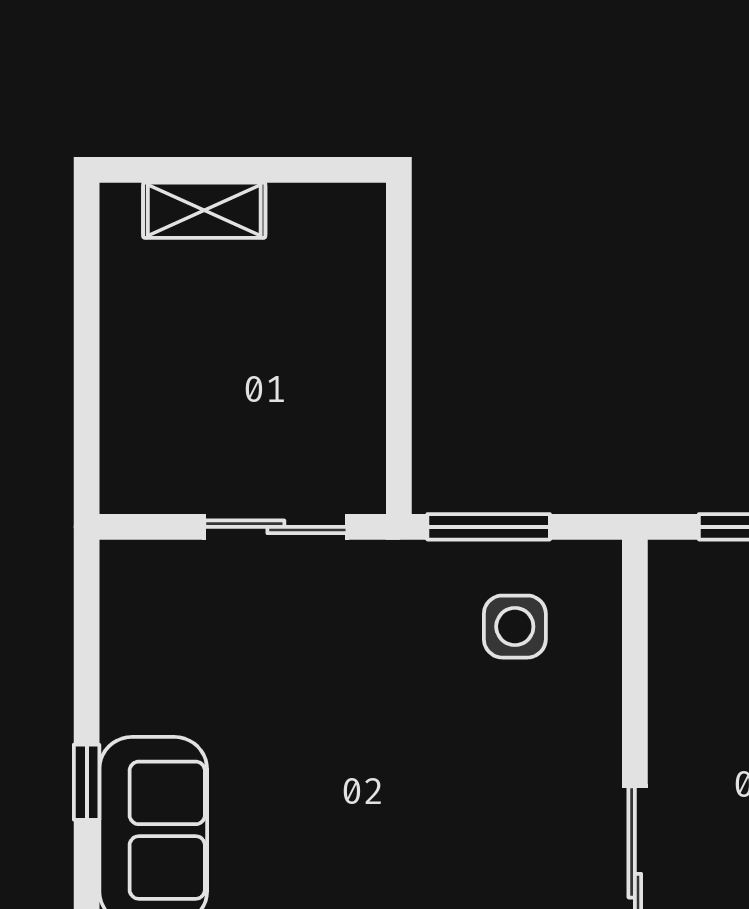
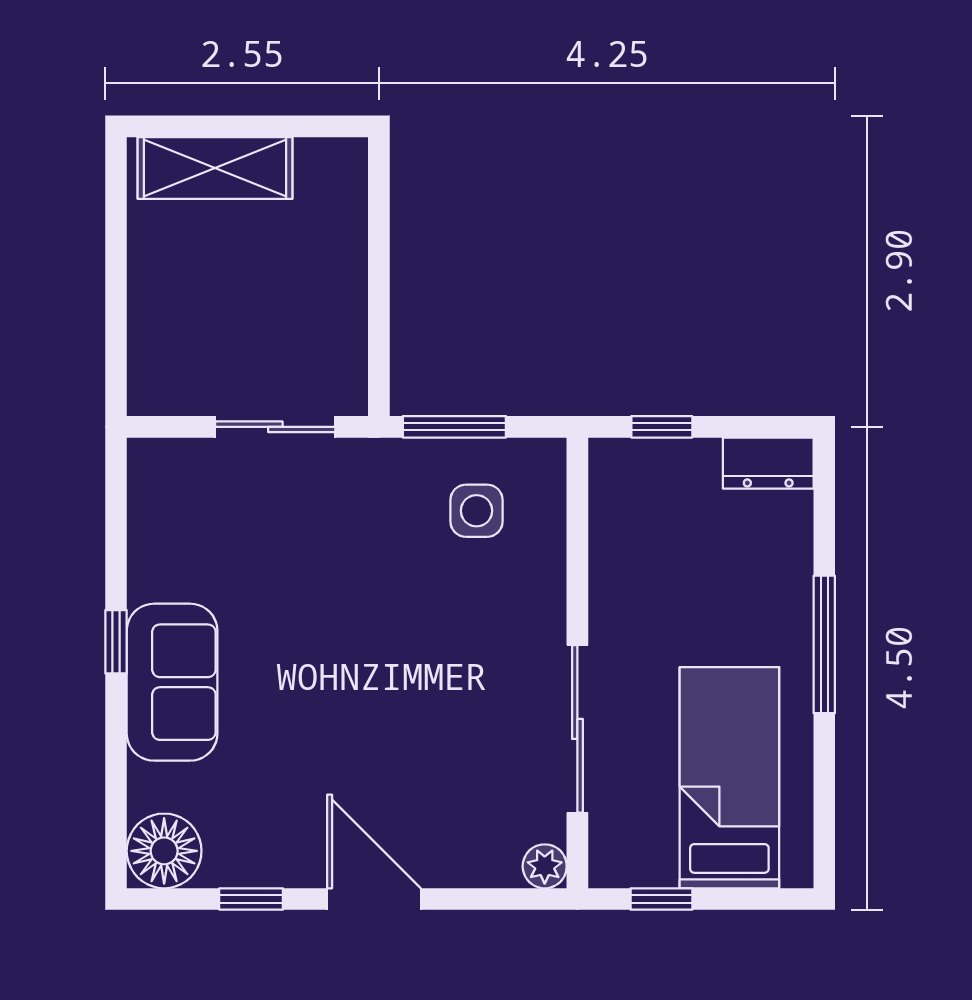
shelving: (204, 210) -> (215, 168), width x1.50, depth x1.33

